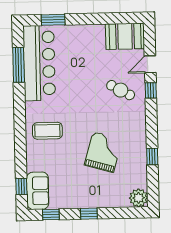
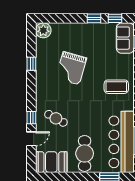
cafe table: (84, 48) -> (85, 153), added
window: (89, 214) -> (94, 18), moved

